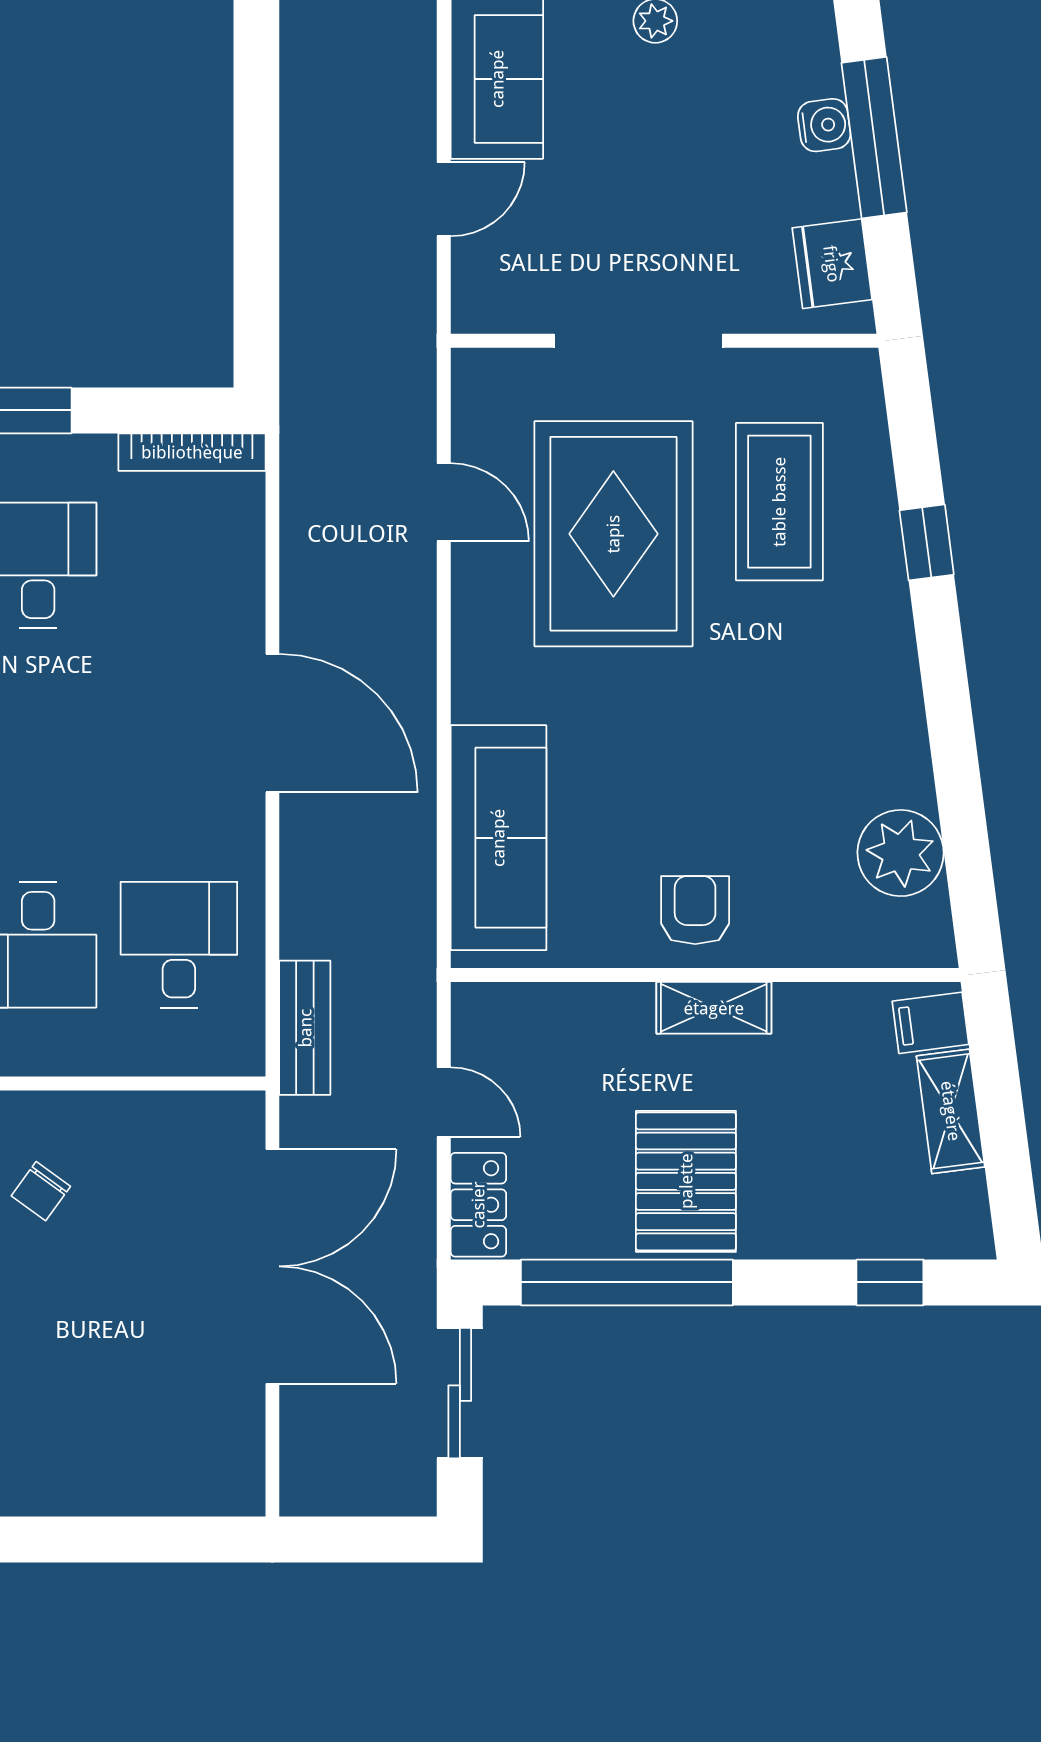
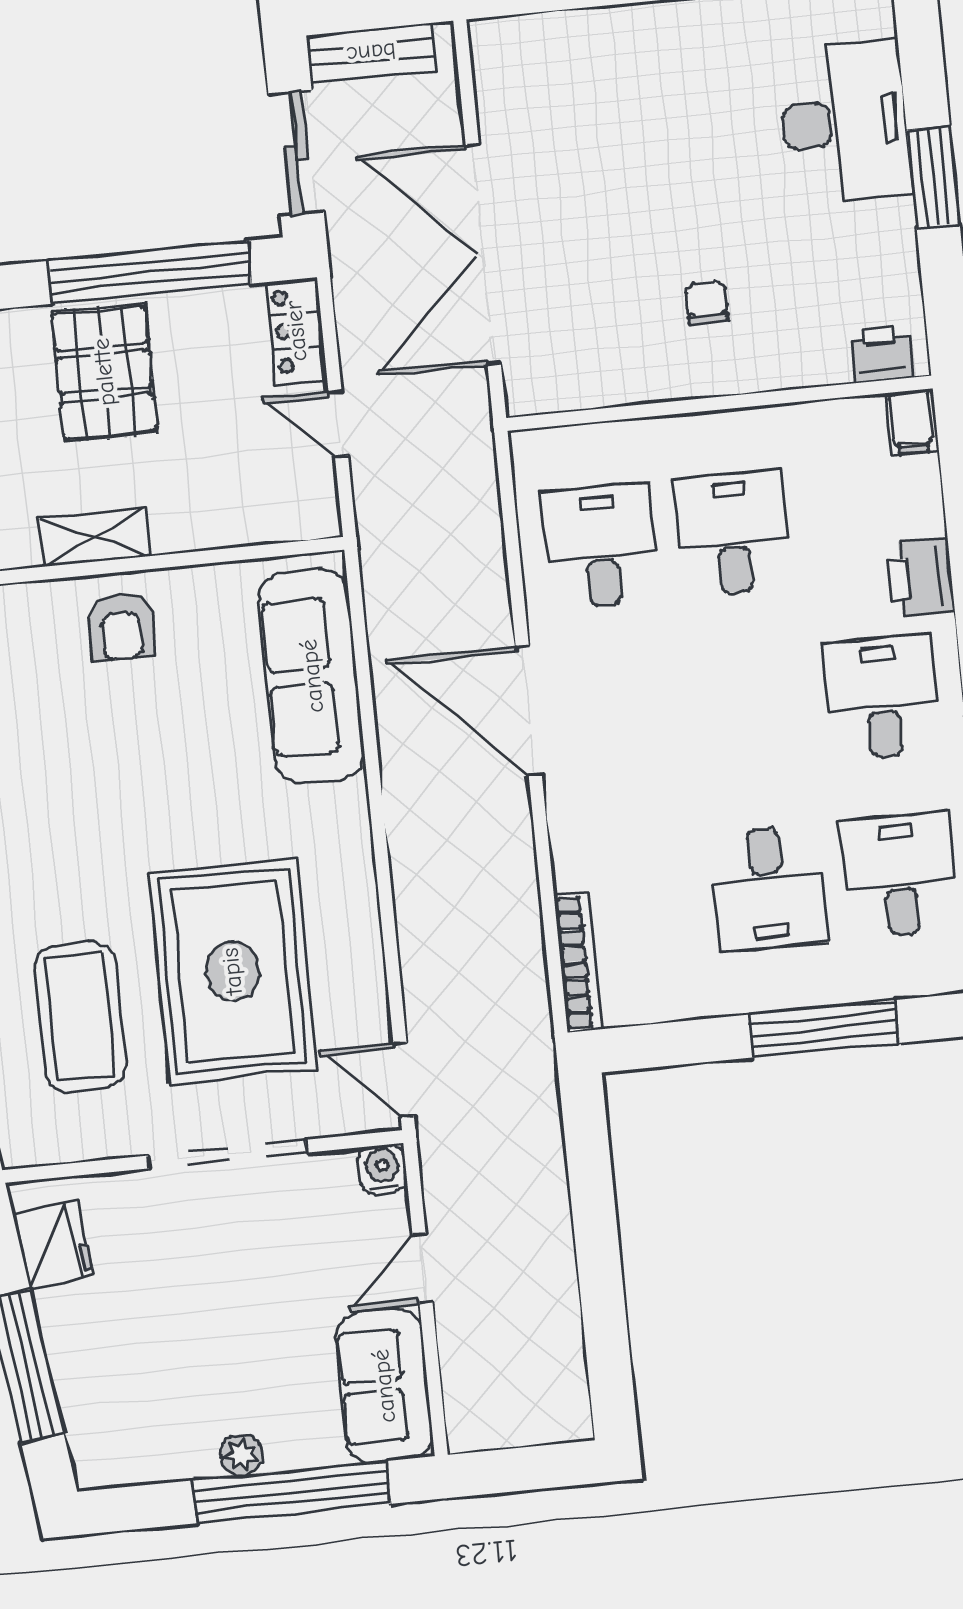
water cooler: (824, 125) -> (382, 1169), moved, turned 97
bookcase: (192, 452) -> (578, 962), moved, turned 90
door: (444, 502) -> (404, 1080), moved
door: (272, 723) -> (529, 711), moved
desk: (179, 945) -> (601, 546), turned 180
bench: (305, 1028) -> (371, 53), moved, turned 90
chair: (41, 1191) -> (707, 303), turned -36

